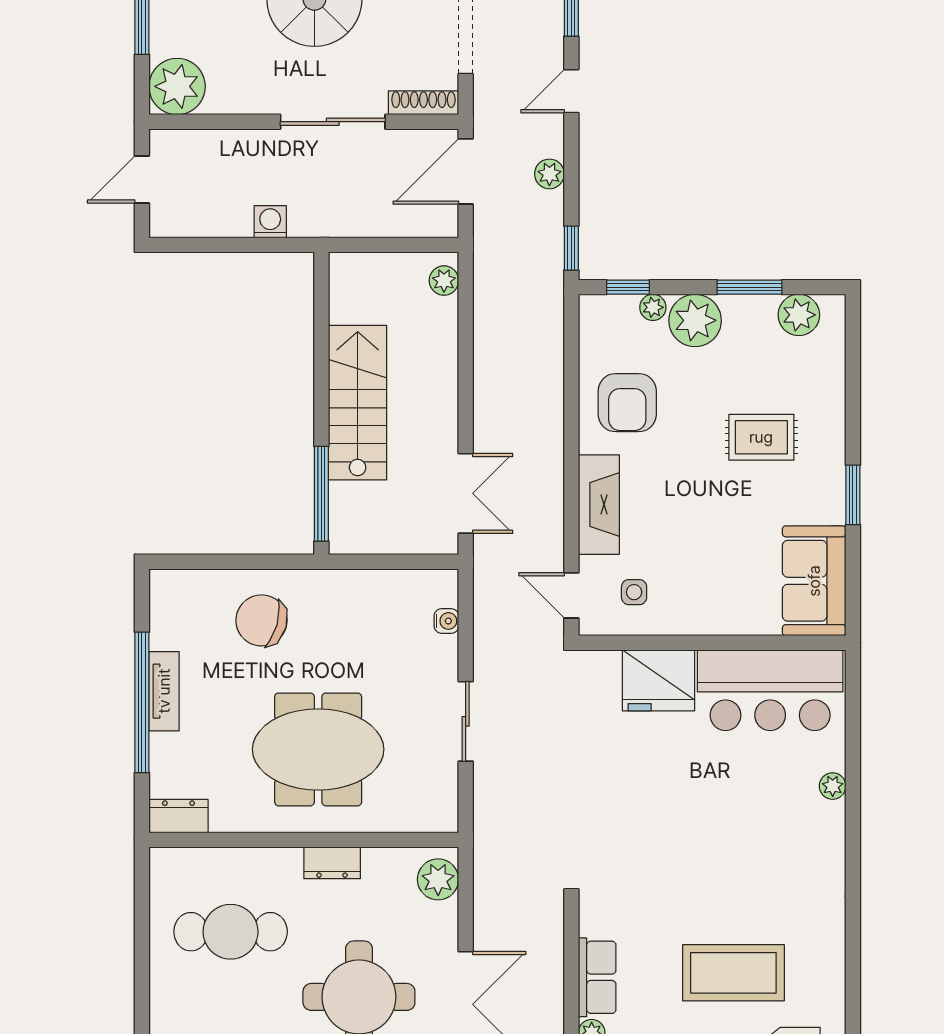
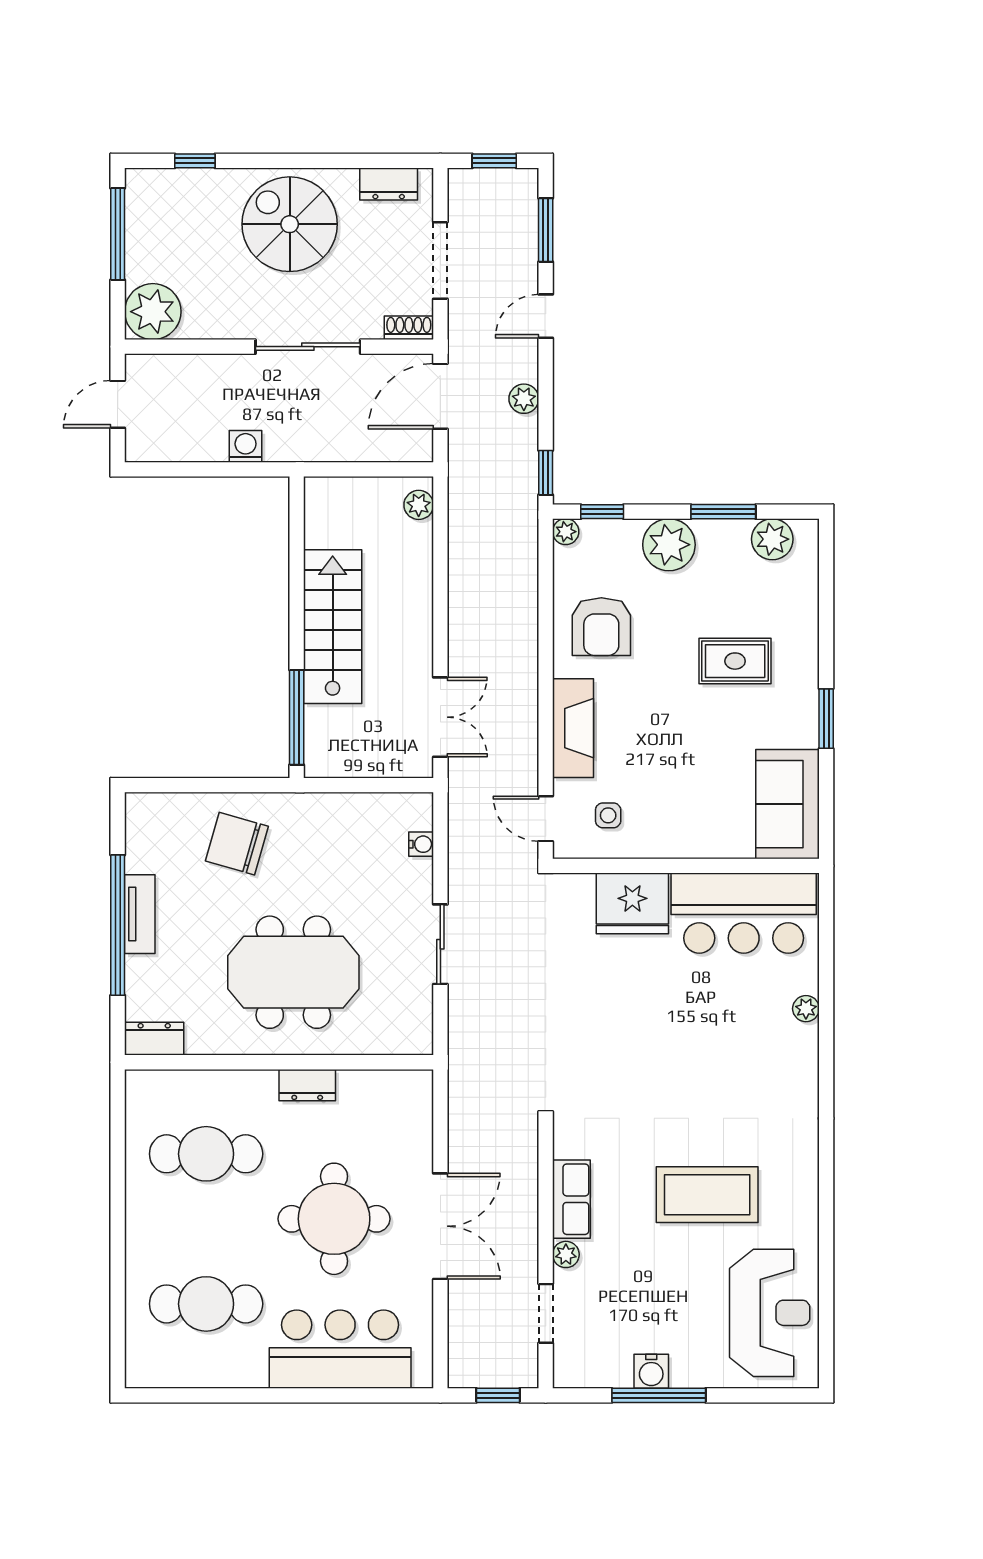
shoe rack: (423, 103) -> (409, 328), width x0.70
plant: (653, 307) -> (566, 532), moved
plant: (438, 879) -> (413, 1102), removed

